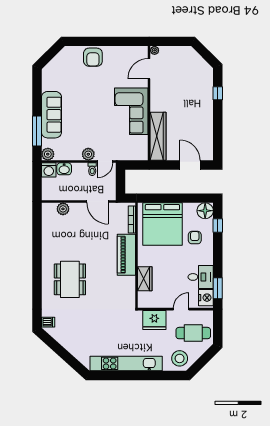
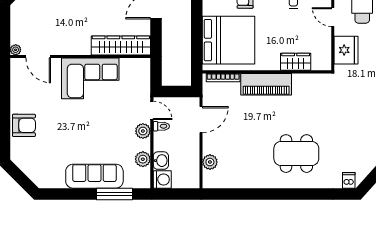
plant: (48, 154) -> (143, 159), moved

